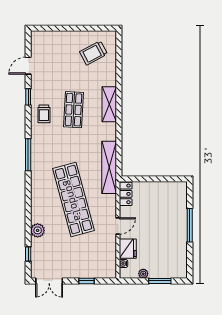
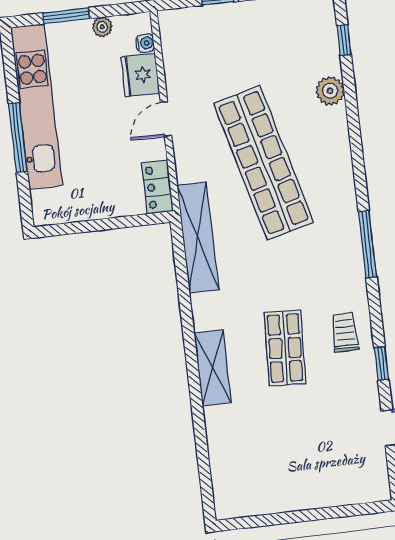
trolley: (94, 53) -> (257, 470), removed
kitchen unit: (179, 239) -> (37, 106), added

